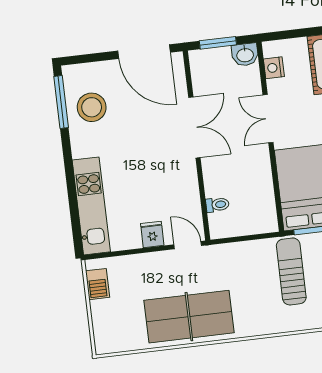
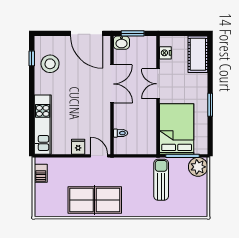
washbasin: (245, 55) -> (121, 43), moved
window: (61, 102) -> (32, 58), width x0.46

